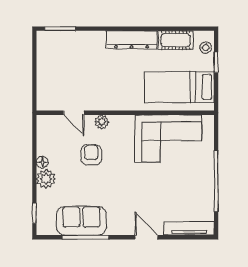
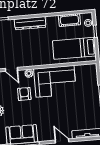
dresser: (131, 40) -> (30, 23), moved
corner sofa: (168, 138) -> (55, 81), moved

